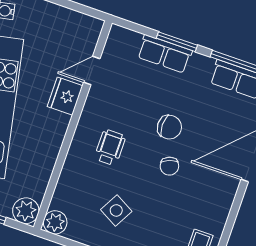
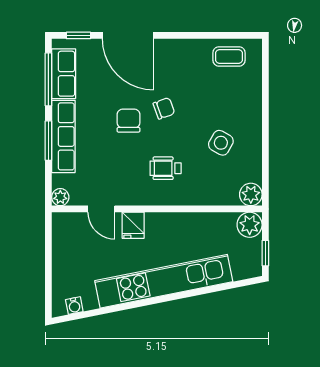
plant: (117, 34) -> (60, 197), added
row of seats: (165, 54) -> (63, 136), width x1.48
fridge: (65, 96) -> (133, 225), width x0.72

